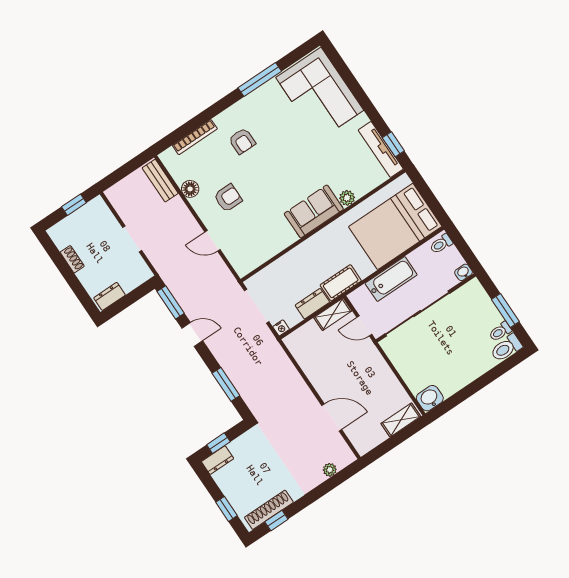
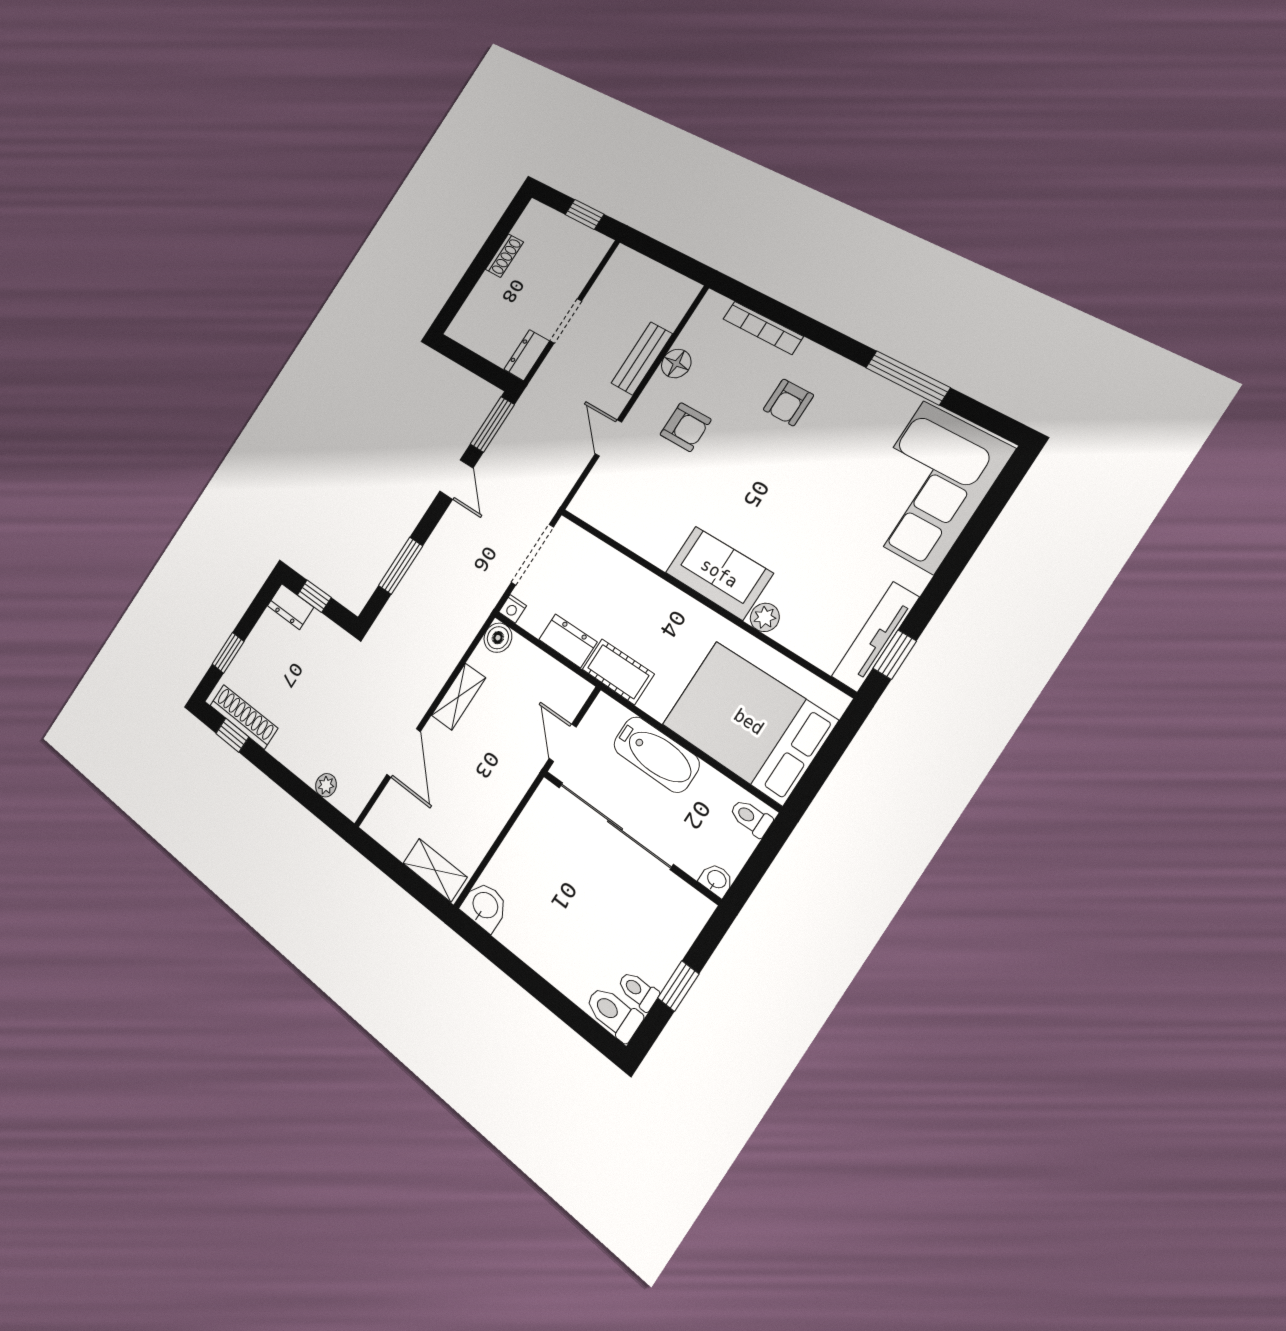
bench: (160, 181) -> (642, 359), moved
dresser: (110, 296) -> (527, 355), moved, turned -90
window: (505, 311) -> (678, 986), width x0.67
shelving: (333, 314) -> (459, 697), moved, turned 90
boiler: (293, 342) -> (498, 638), added

